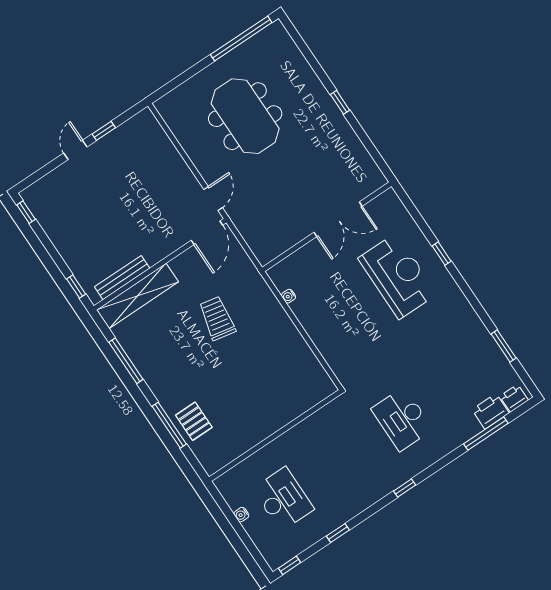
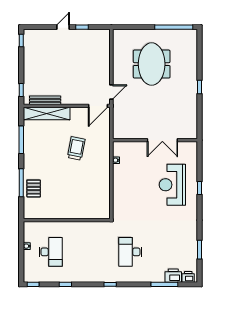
reception desk: (398, 276) -> (172, 185), turned 180

